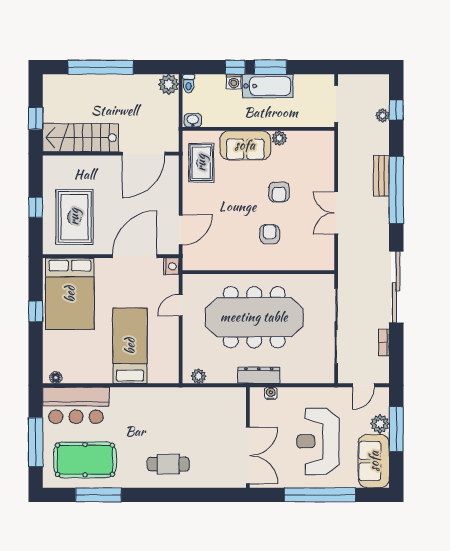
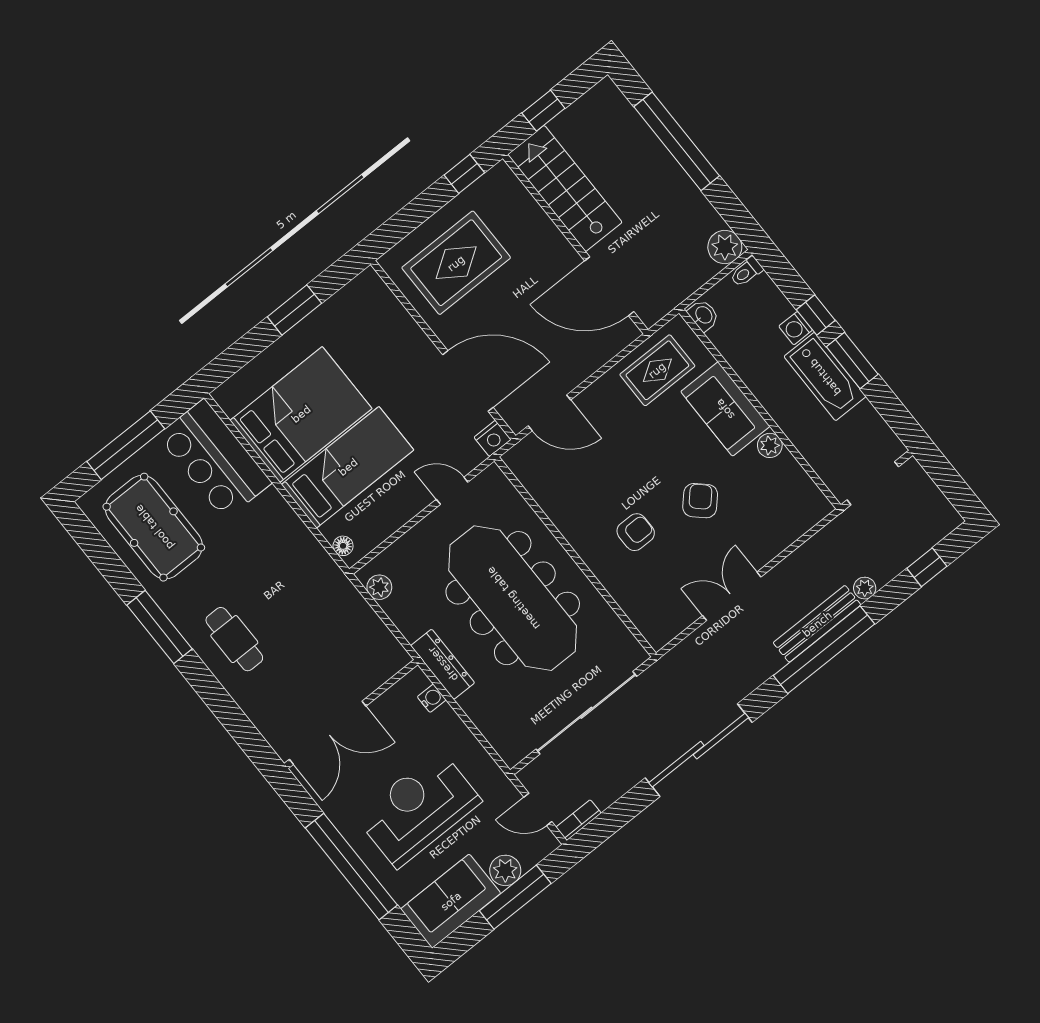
plant: (383, 115) -> (865, 588), moved
bench: (381, 176) -> (817, 624), width x1.36
armchair: (279, 192) -> (700, 501), turned 133
window: (36, 207) -> (464, 174), moved
bed: (70, 294) -> (301, 414), moved, turned 180
window: (36, 311) -> (294, 310), width x1.50
bookcase: (384, 343) -> (578, 820), moved
floor lamp: (56, 378) -> (343, 546), moved
window: (98, 495) -> (159, 627), moved

